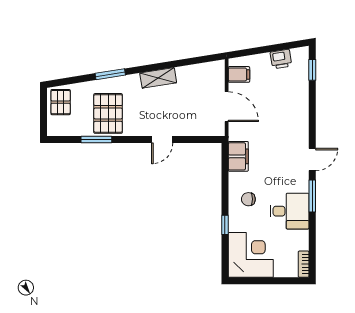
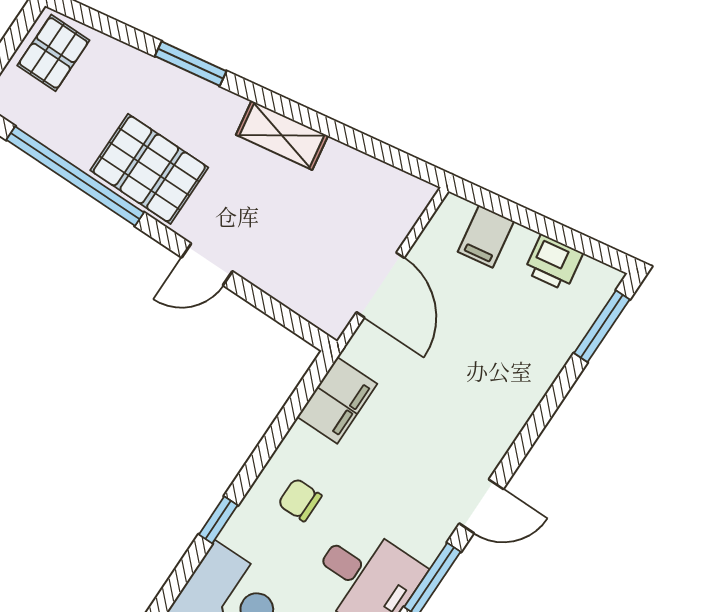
window: (312, 70) -> (602, 326), width x1.50
filing cabinet: (239, 74) -> (486, 236), moved, turned 81
pallet: (108, 113) -> (149, 169), moved, turned 90
window: (96, 140) -> (75, 176), width x2.11

